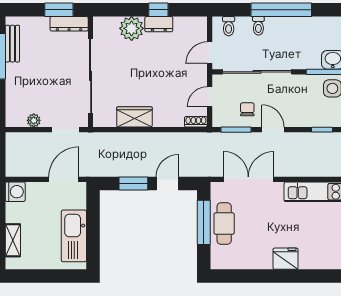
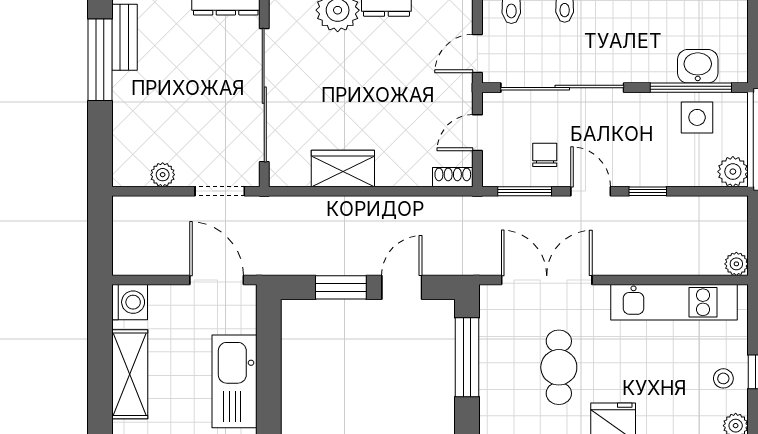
window: (322, 130) -> (648, 191), moved
door: (64, 179) -> (217, 280), hinge flipped
cafe table: (224, 224) -> (559, 367), moved
shelving: (13, 240) -> (130, 374), width x1.50, depth x1.33

